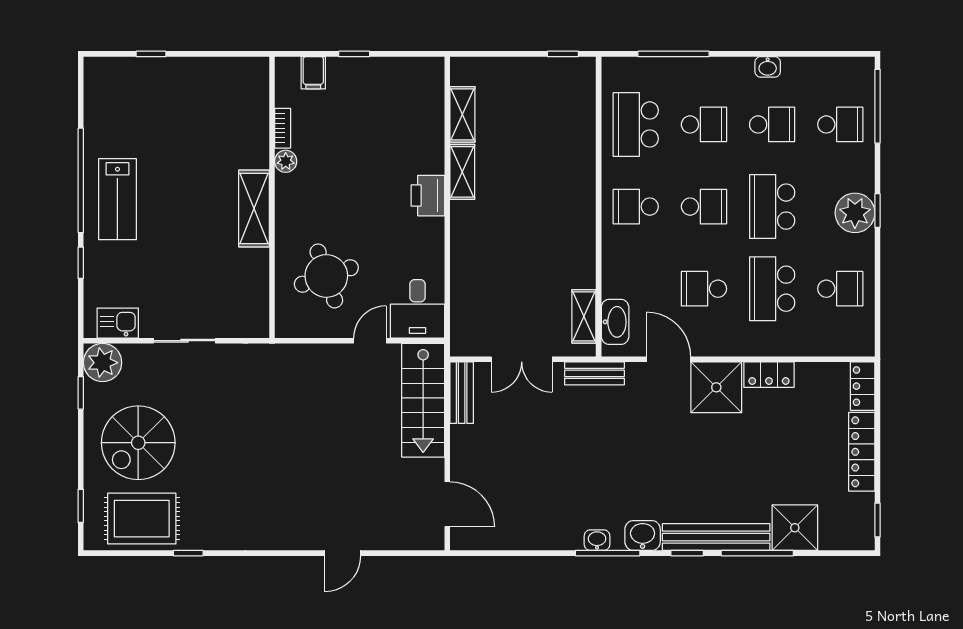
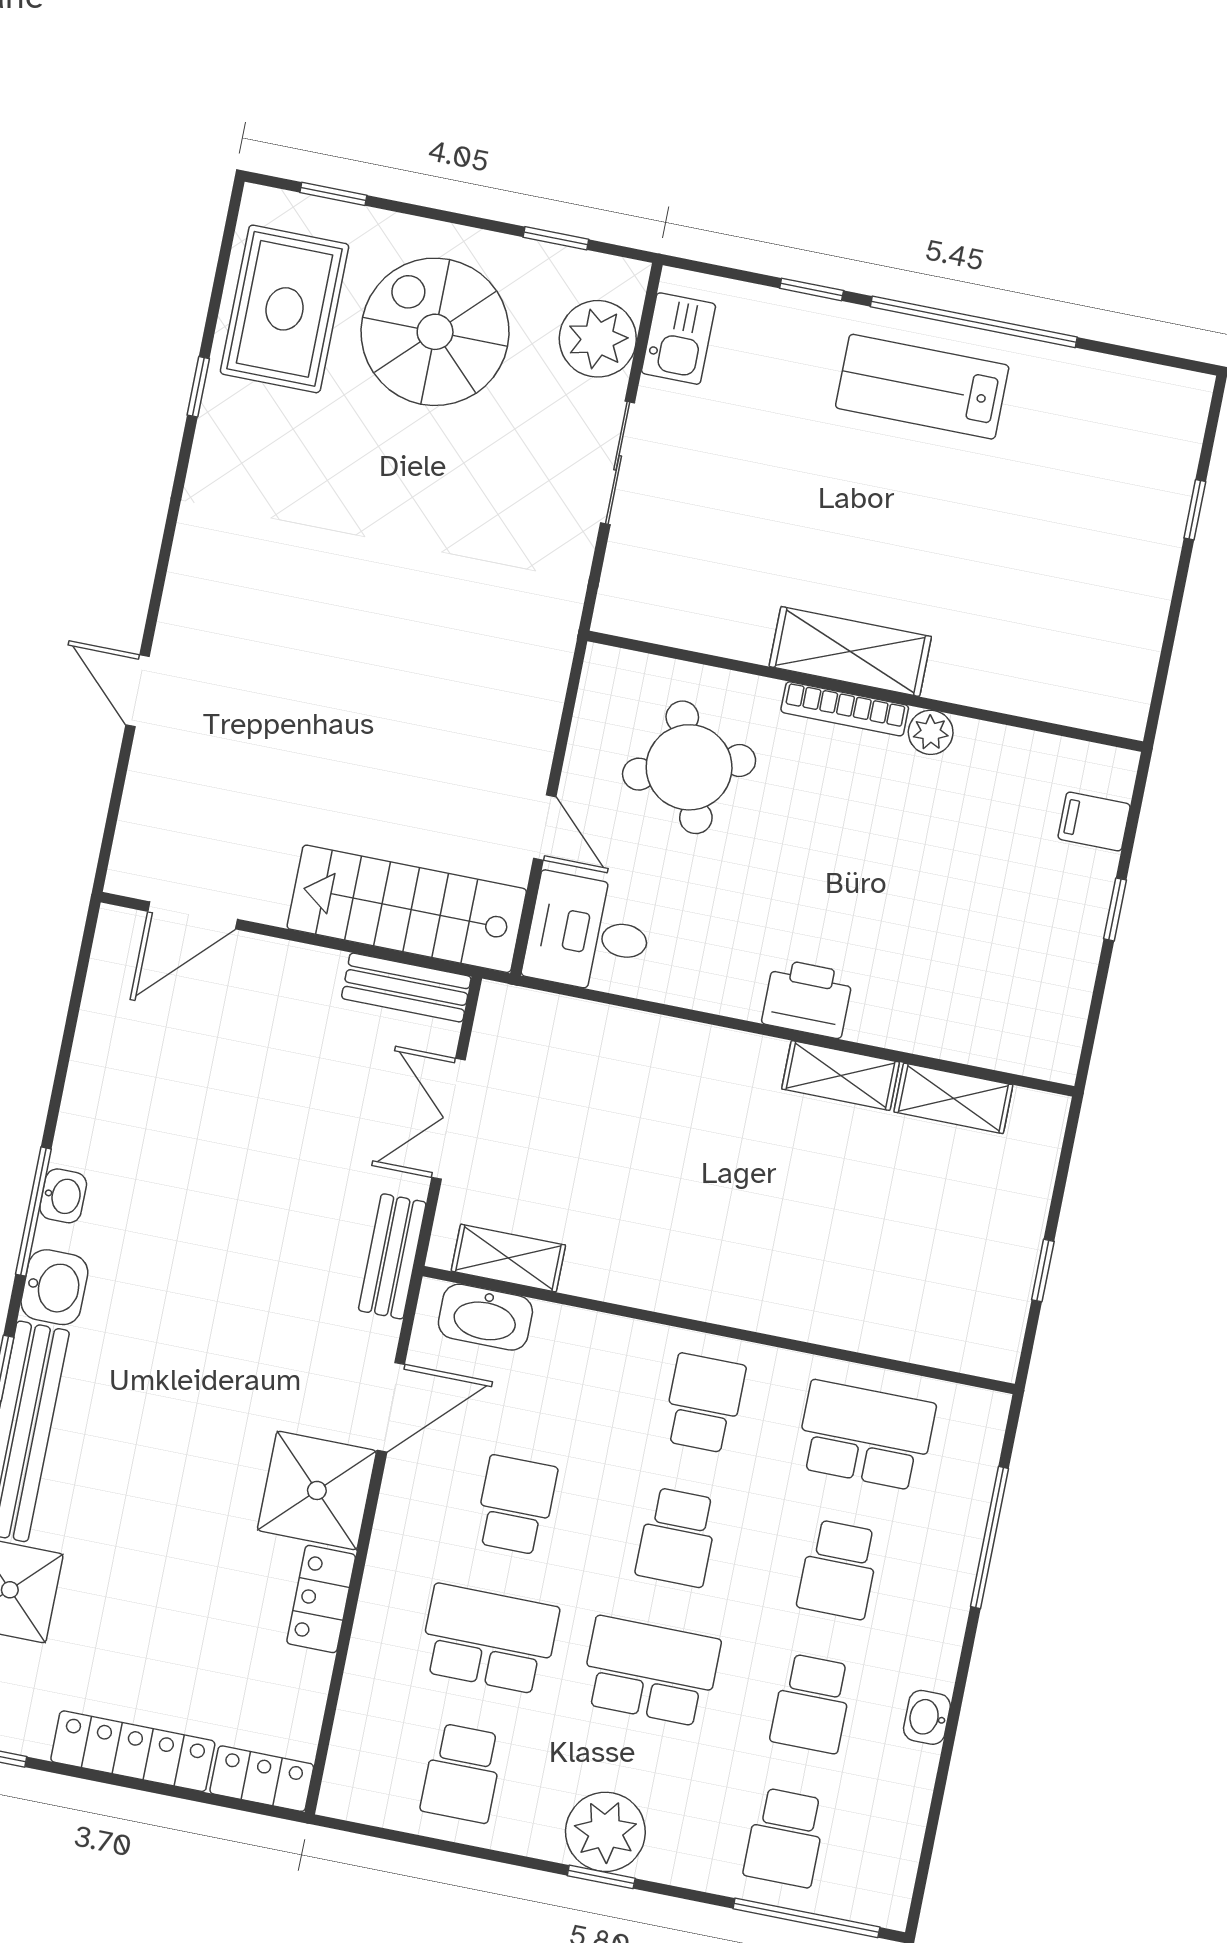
window: (563, 54) -> (1043, 1271), moved
bookcase: (283, 128) -> (845, 709), moved, width x1.56
plant: (103, 363) -> (598, 339), moved

